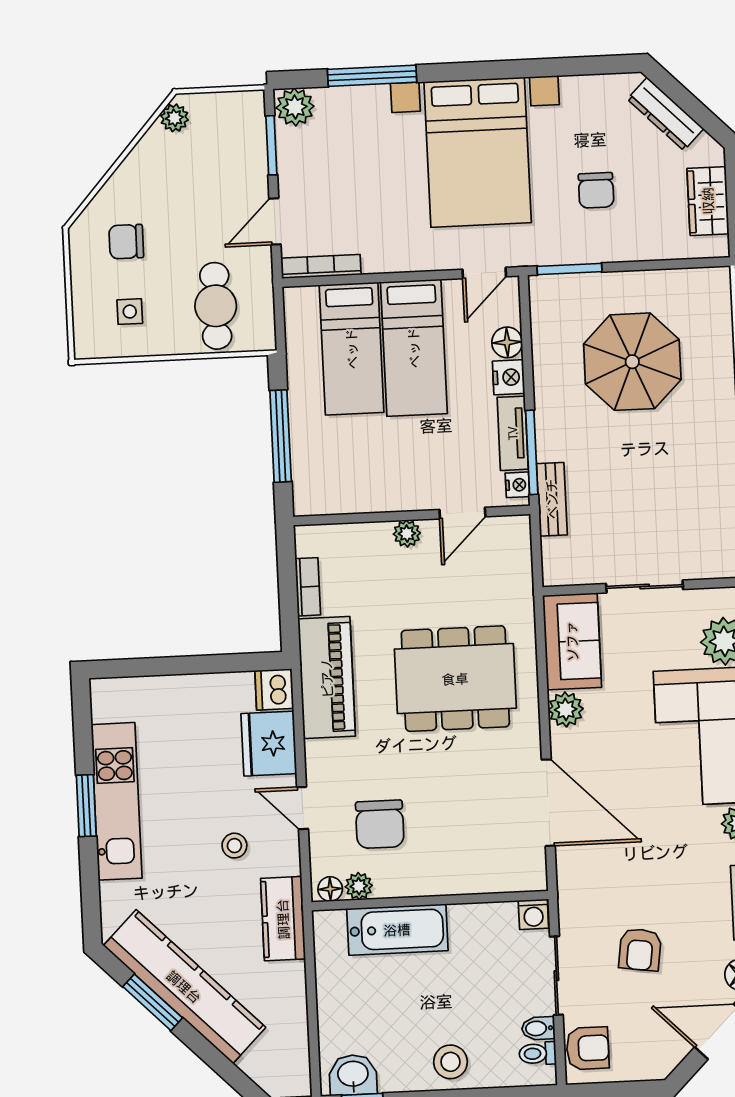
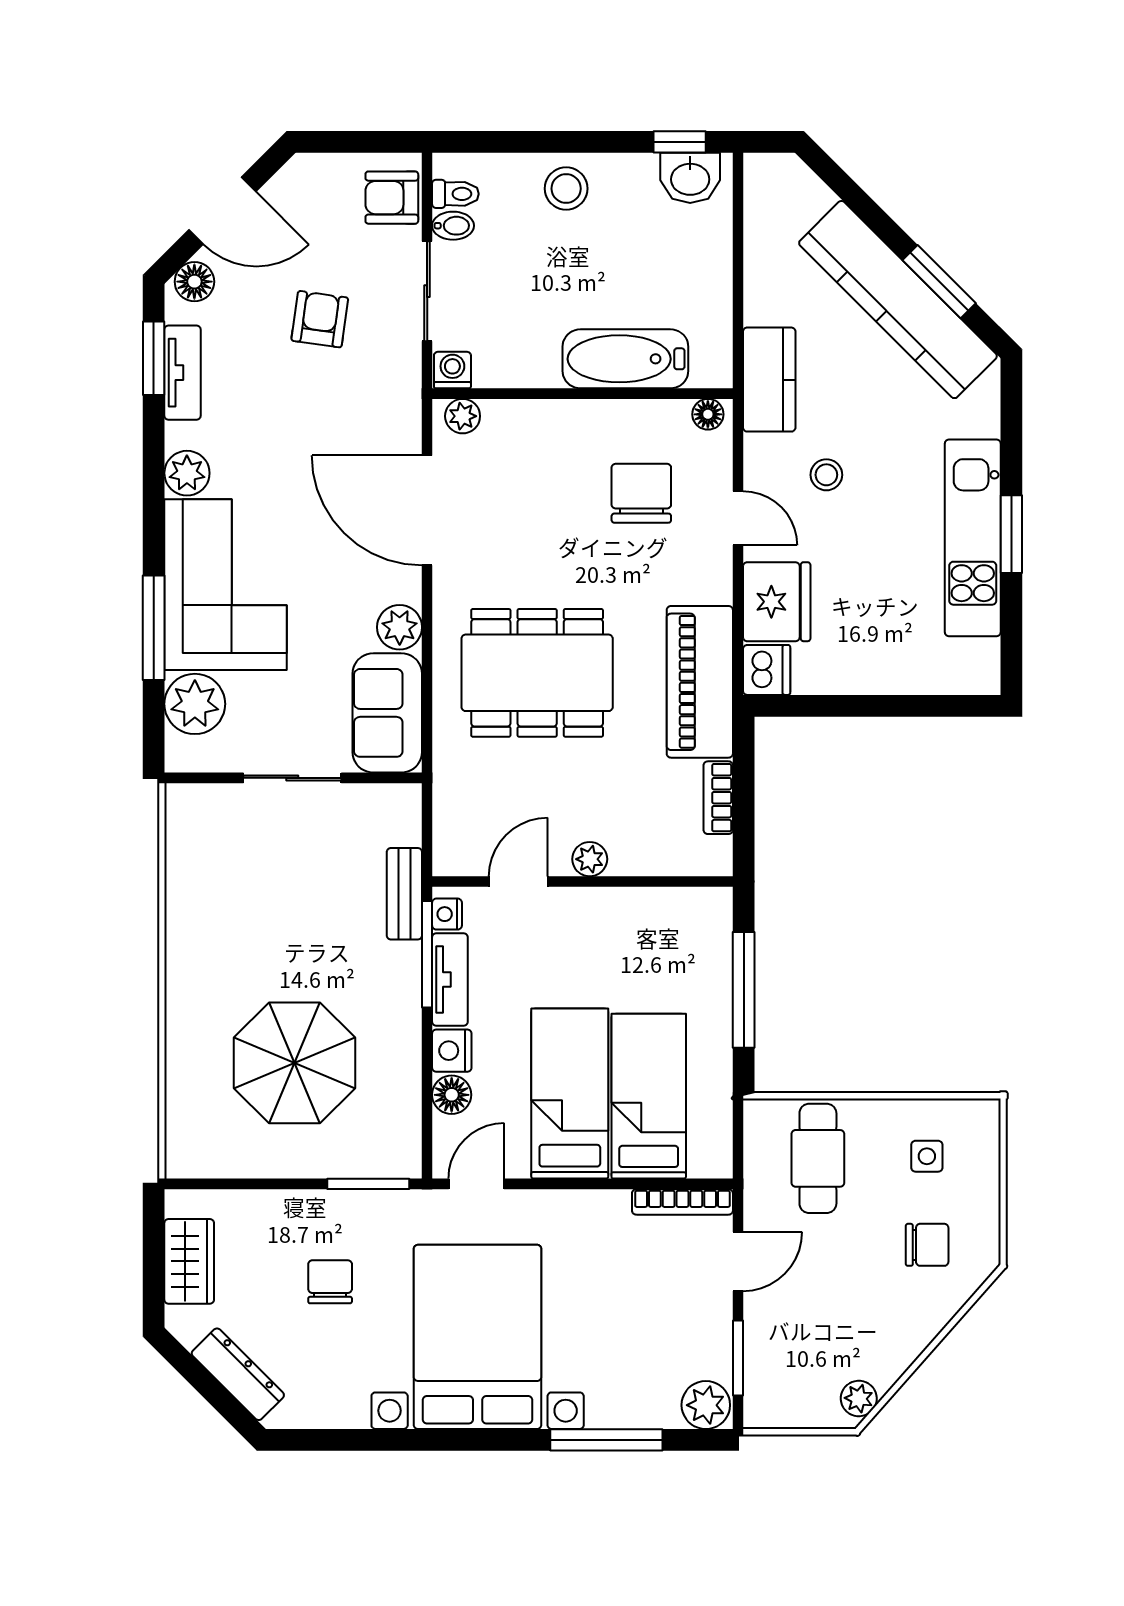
plant: (359, 886) -> (463, 416), moved

